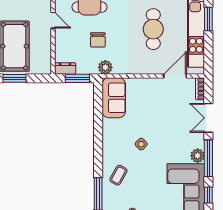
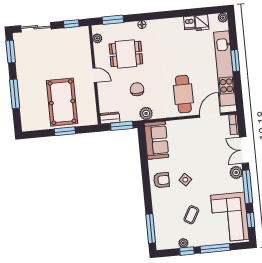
cafe table: (153, 29) -> (183, 94), moved
chair: (98, 40) -> (137, 89), turned 180
armchair: (115, 142) -> (161, 180), added
plant: (198, 156) -> (236, 172), moved
coffee table: (118, 175) -> (191, 215), moved

